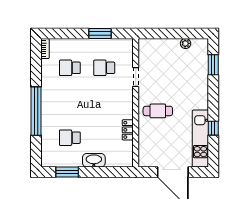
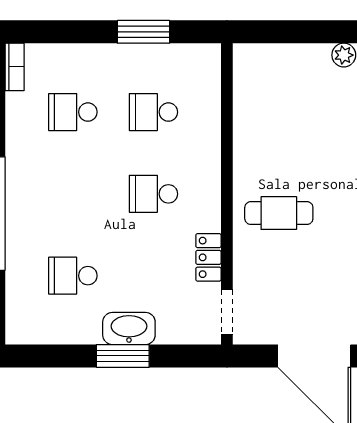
doorway: (136, 77) -> (227, 312), moved
school desk: (104, 103) -> (153, 194), added
window: (67, 172) -> (123, 356), moved

